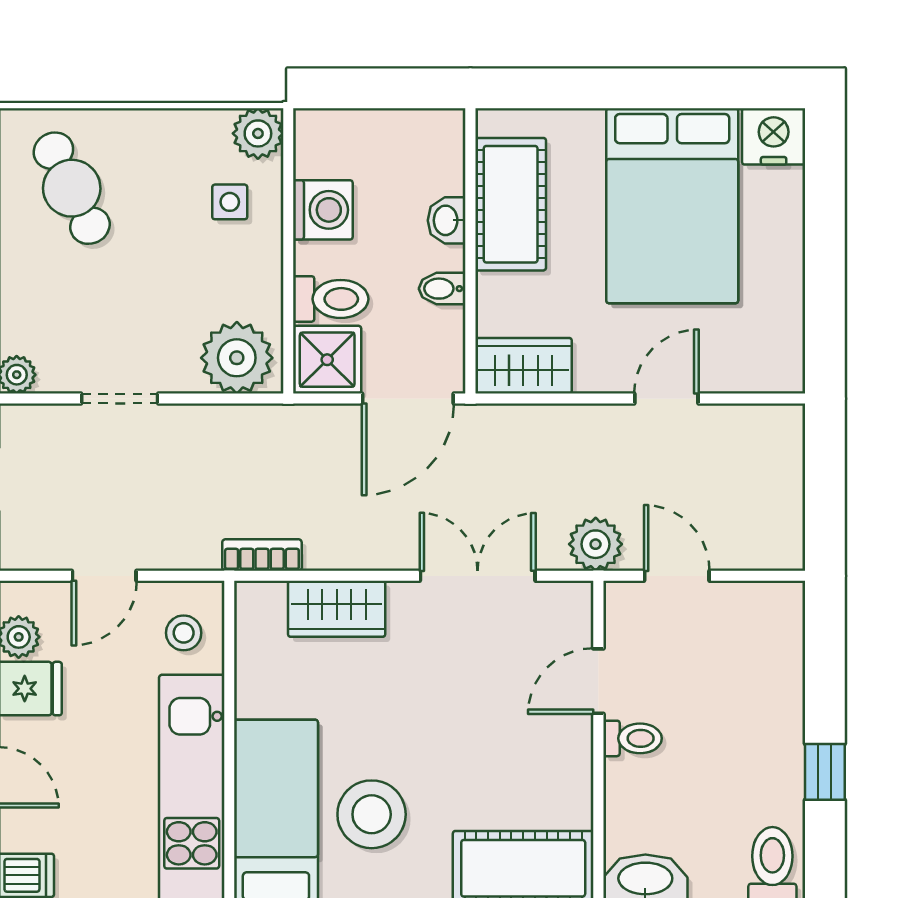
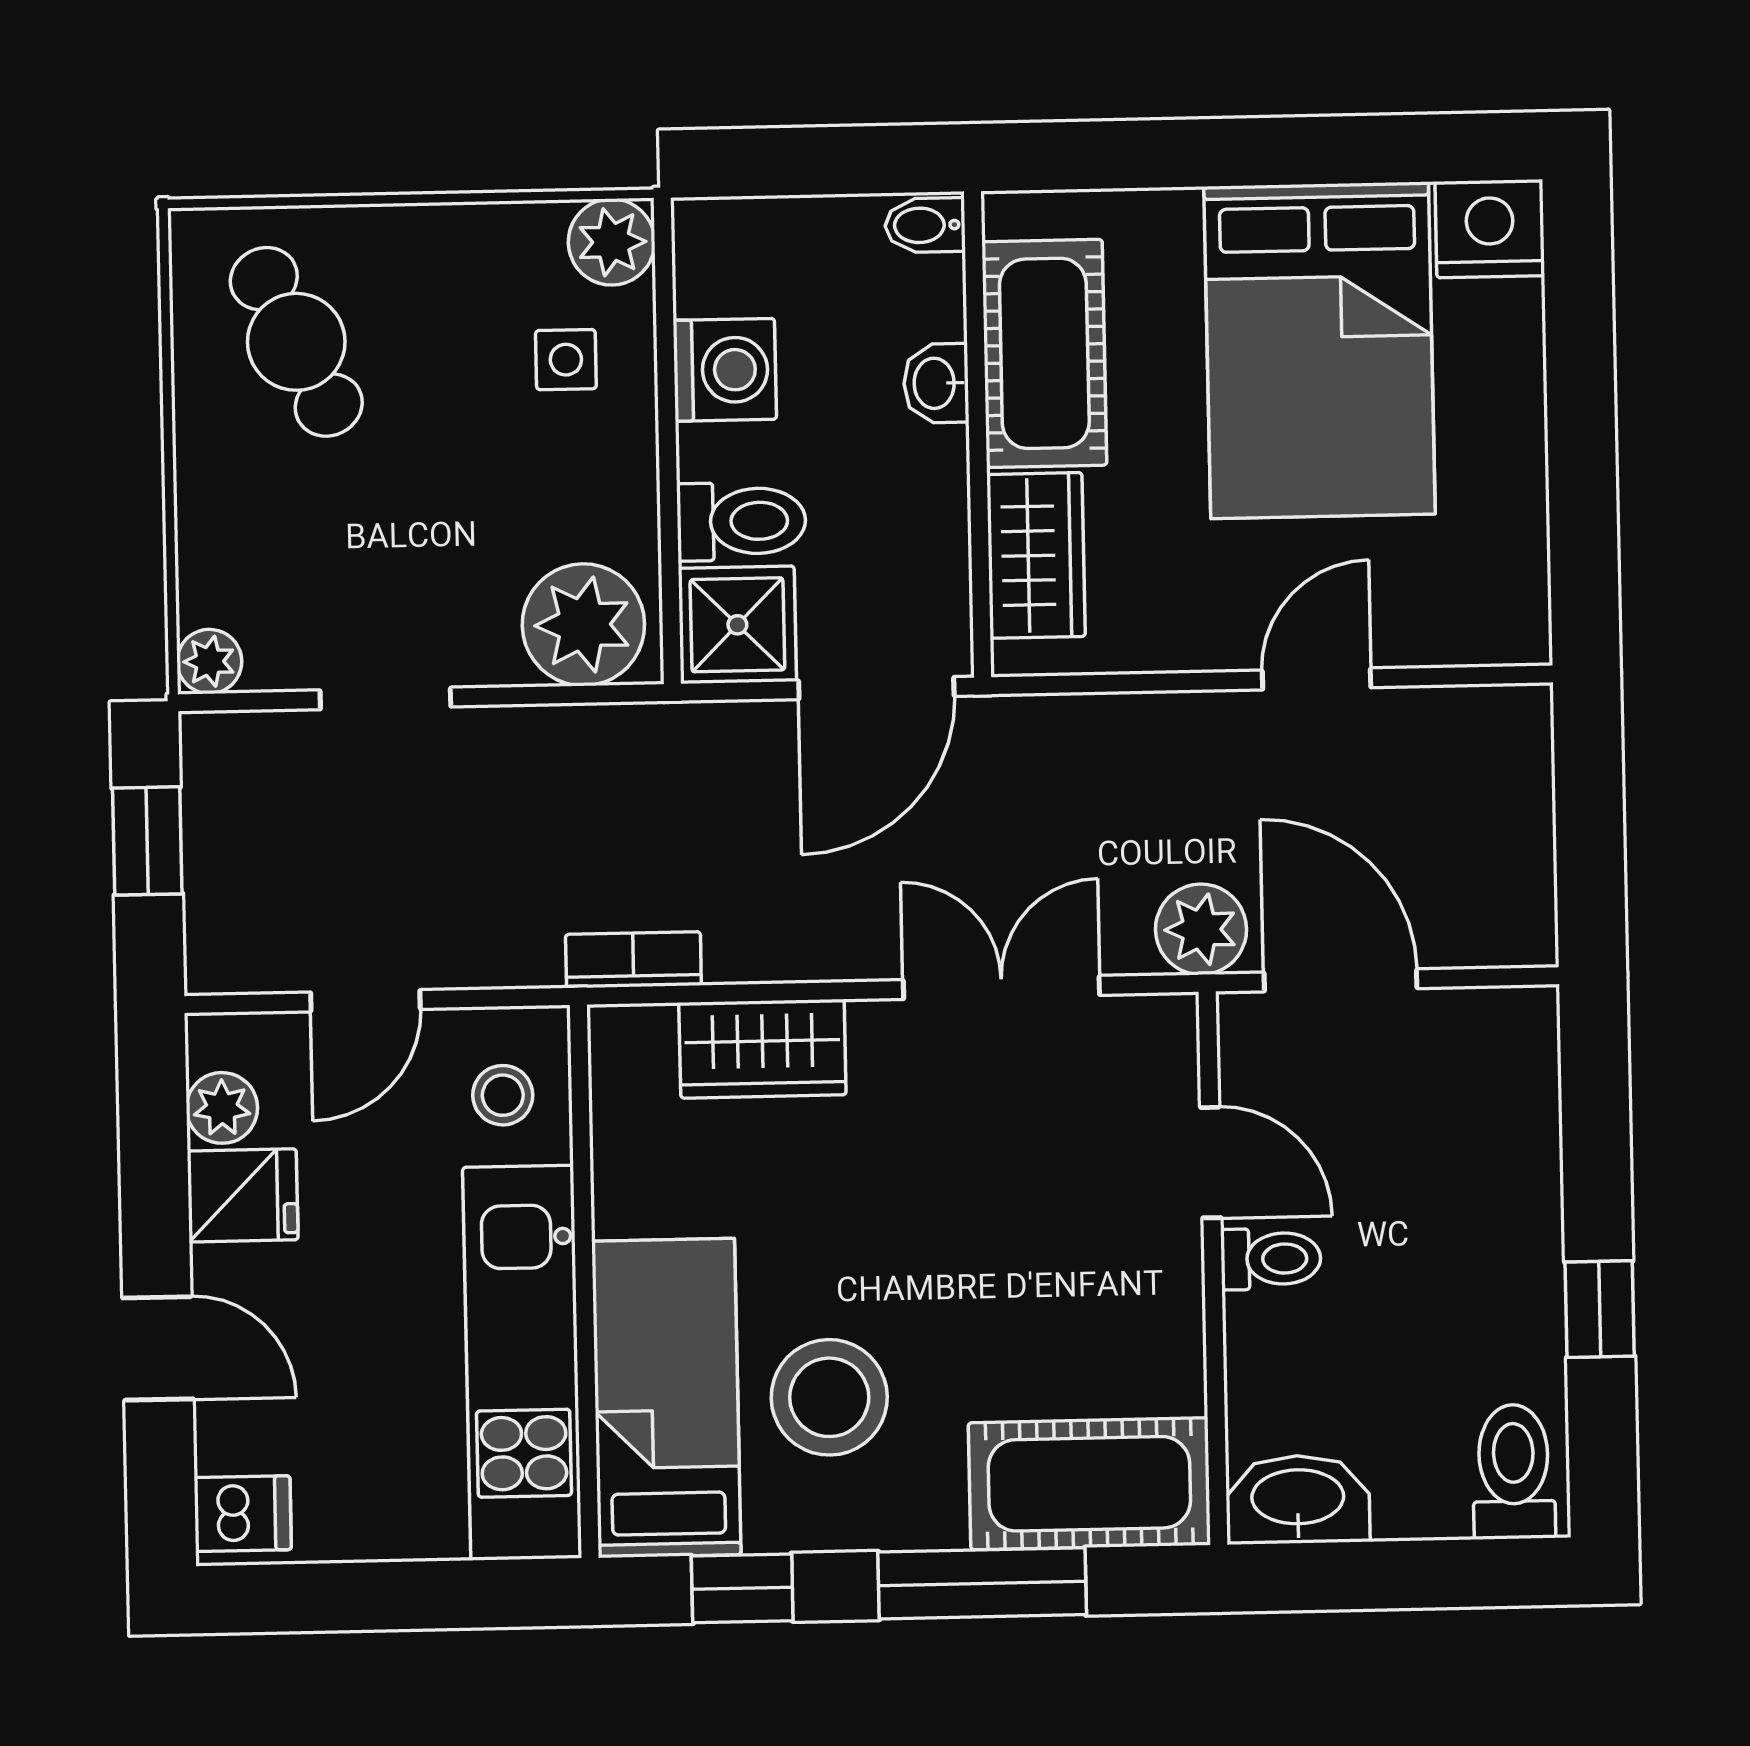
bidet: (442, 289) -> (925, 225), moved
wardrobe: (523, 366) -> (1036, 555), moved, turned 90
door: (677, 576) -> (1341, 980), width x1.38
door: (598, 681) -> (1211, 1163), swing flipped

